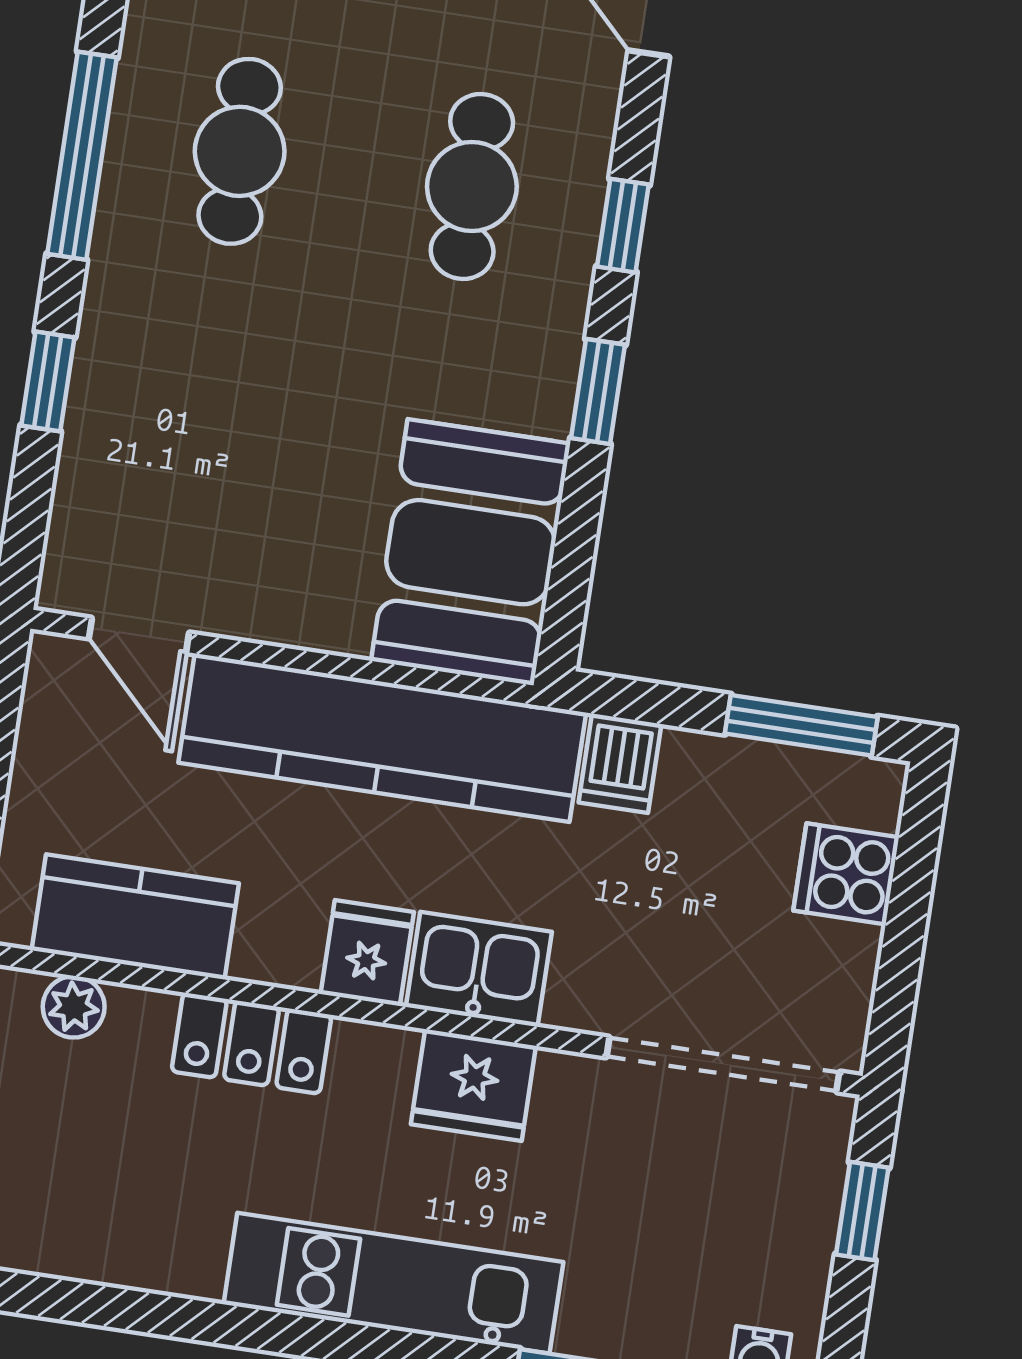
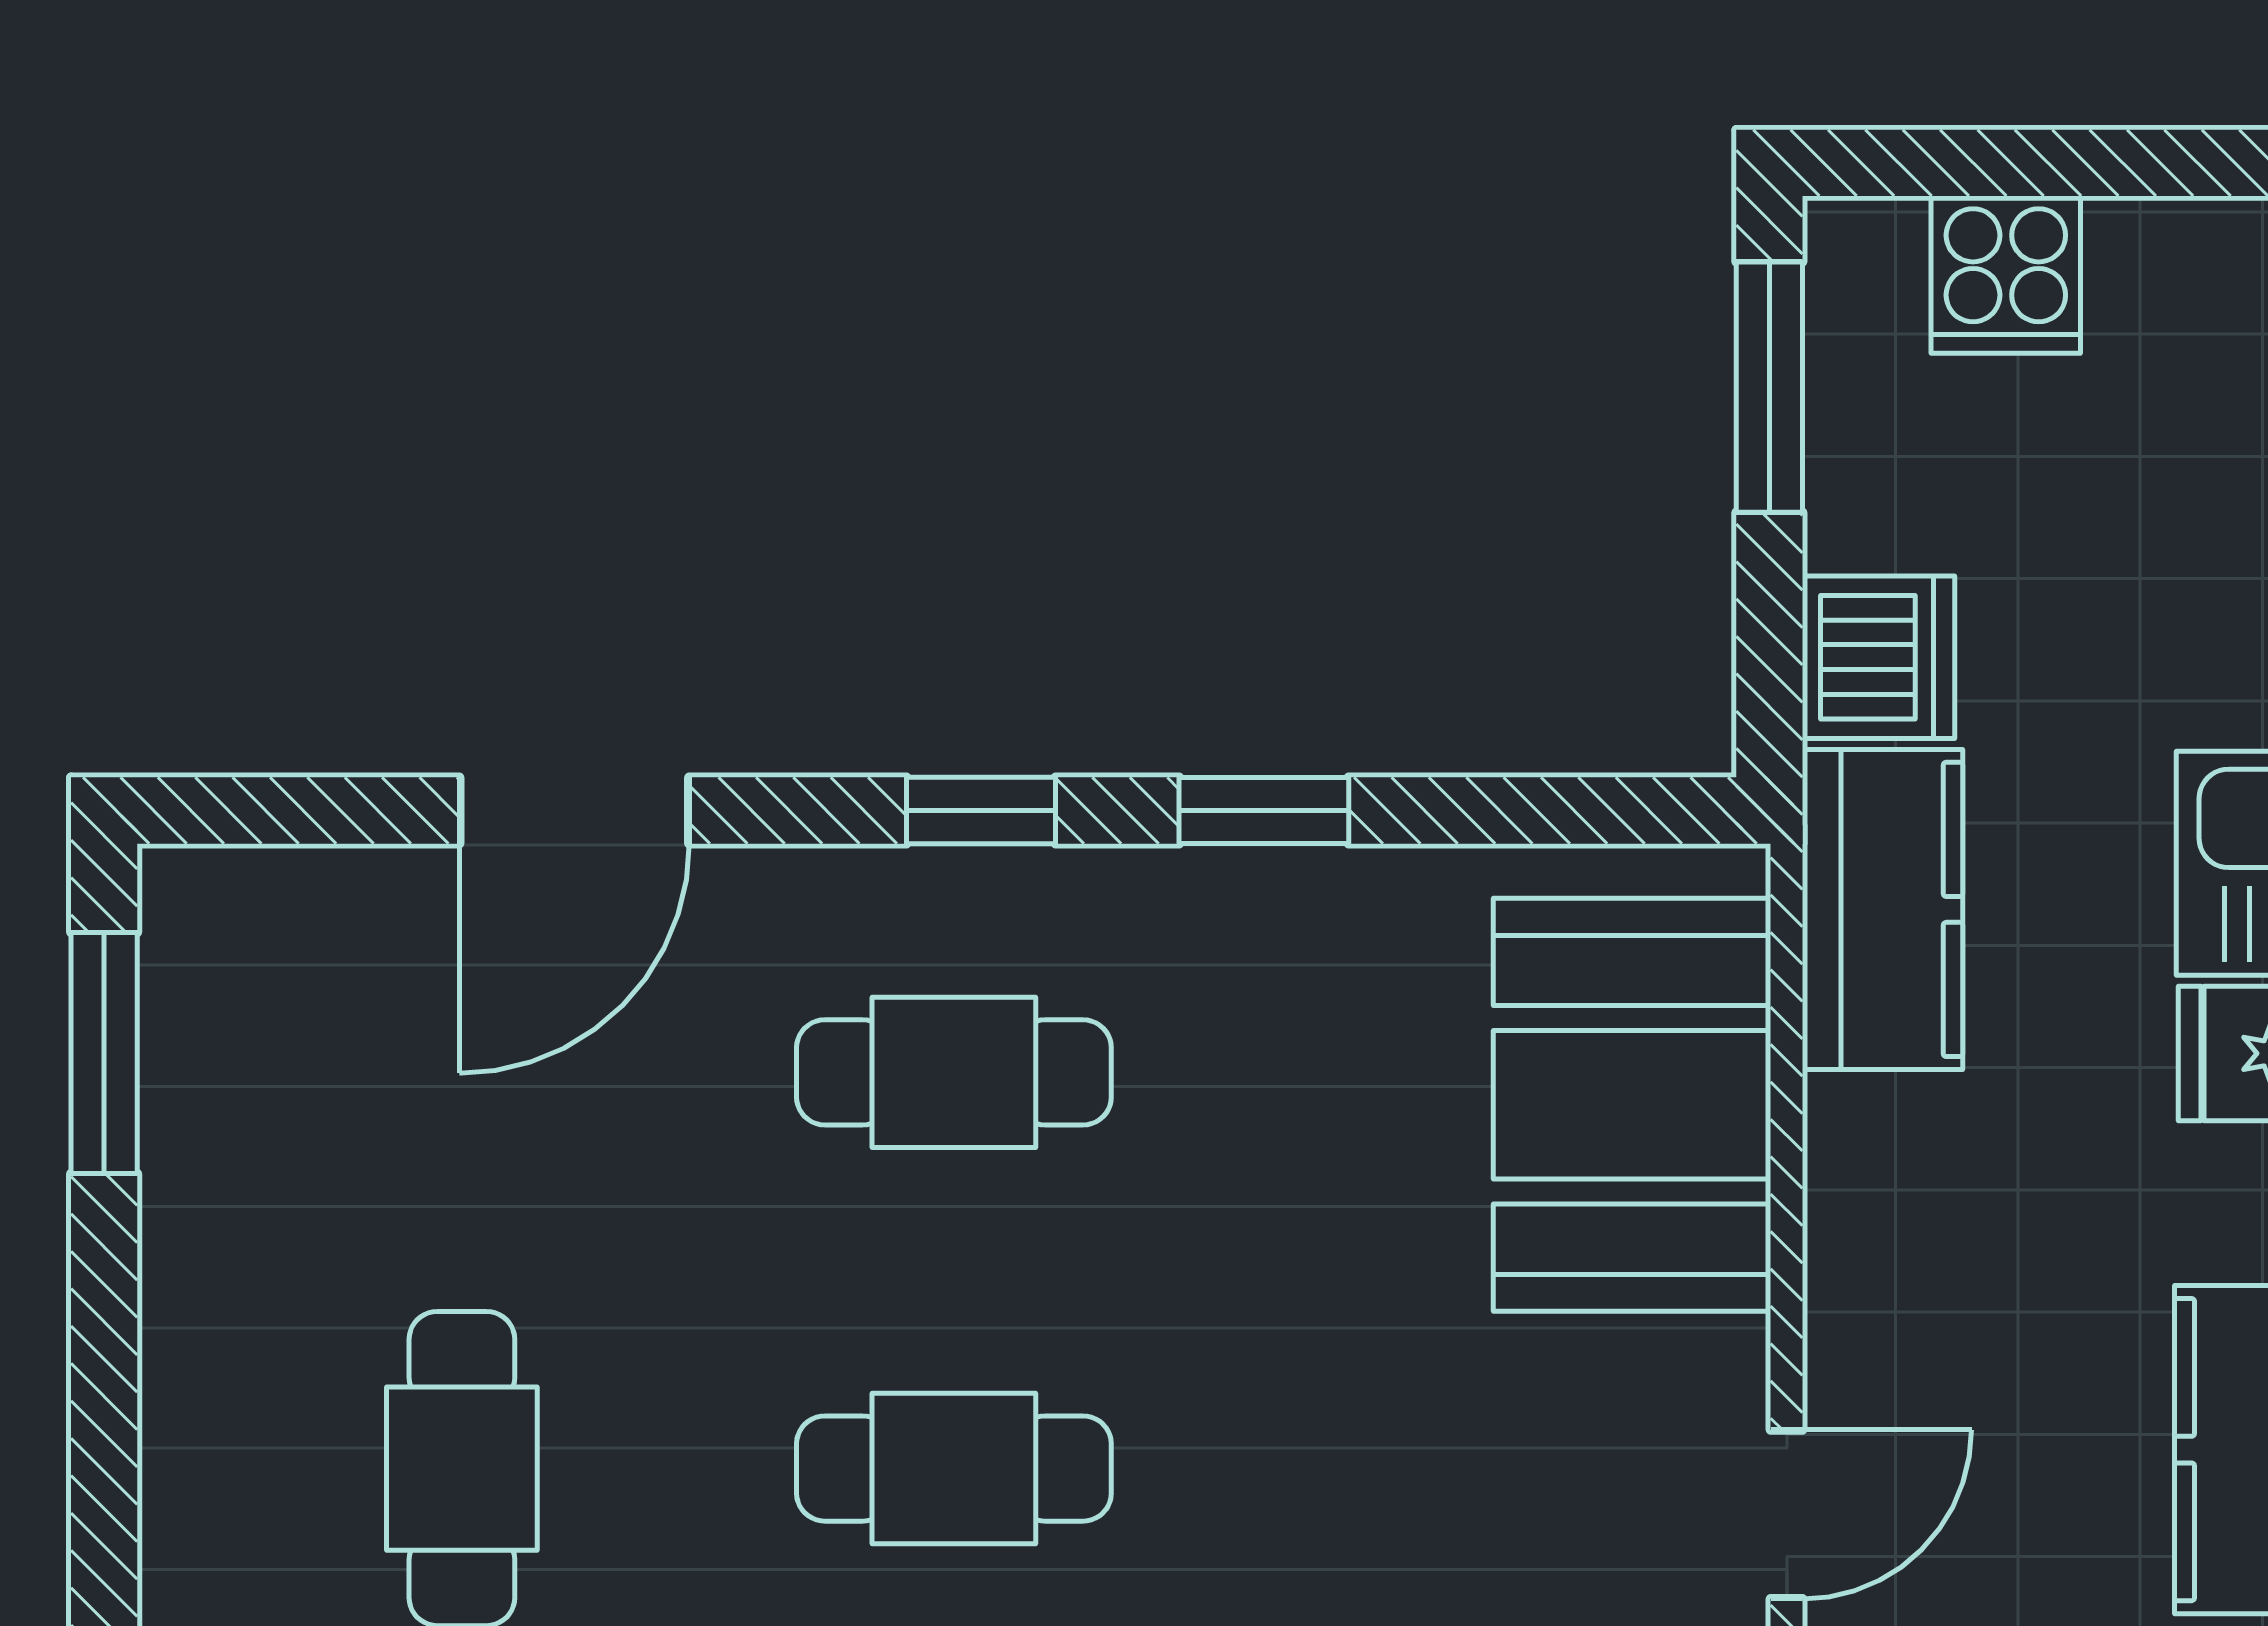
booth: (471, 552) -> (1632, 1105), moved, turned 90
kitchen counter: (382, 738) -> (1883, 909), width x0.48, depth x0.86
dishwasher: (620, 763) -> (1879, 657), width x1.38

